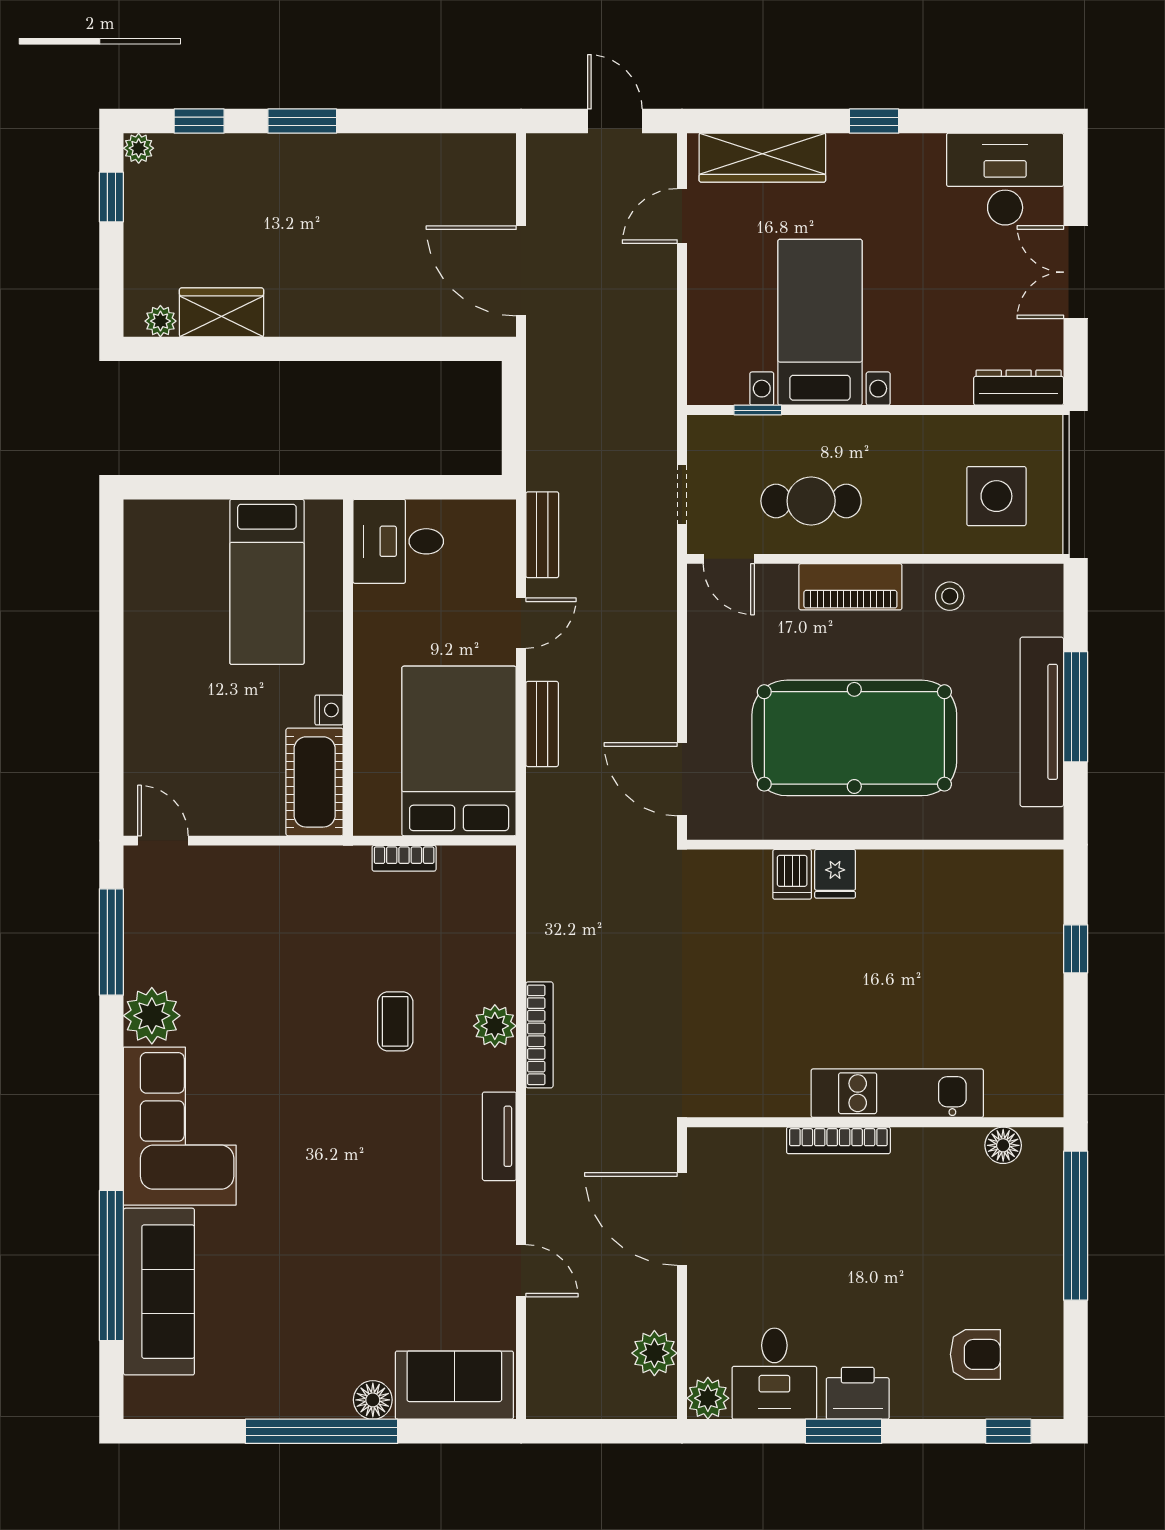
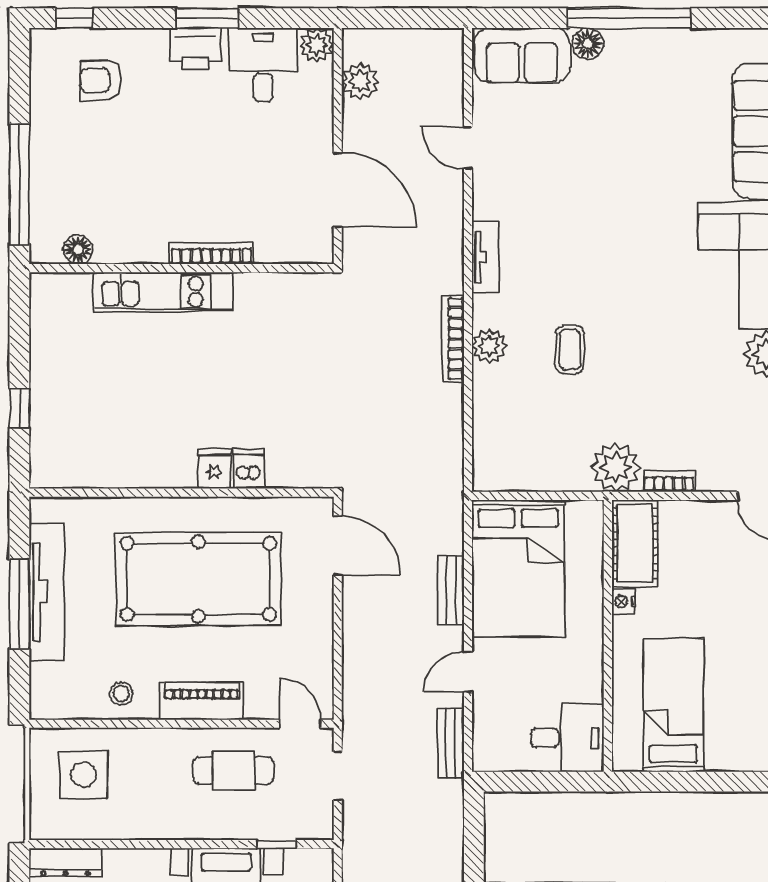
bookcase: (404, 858) -> (669, 482), moved
plant: (338, 876) -> (616, 467), added

